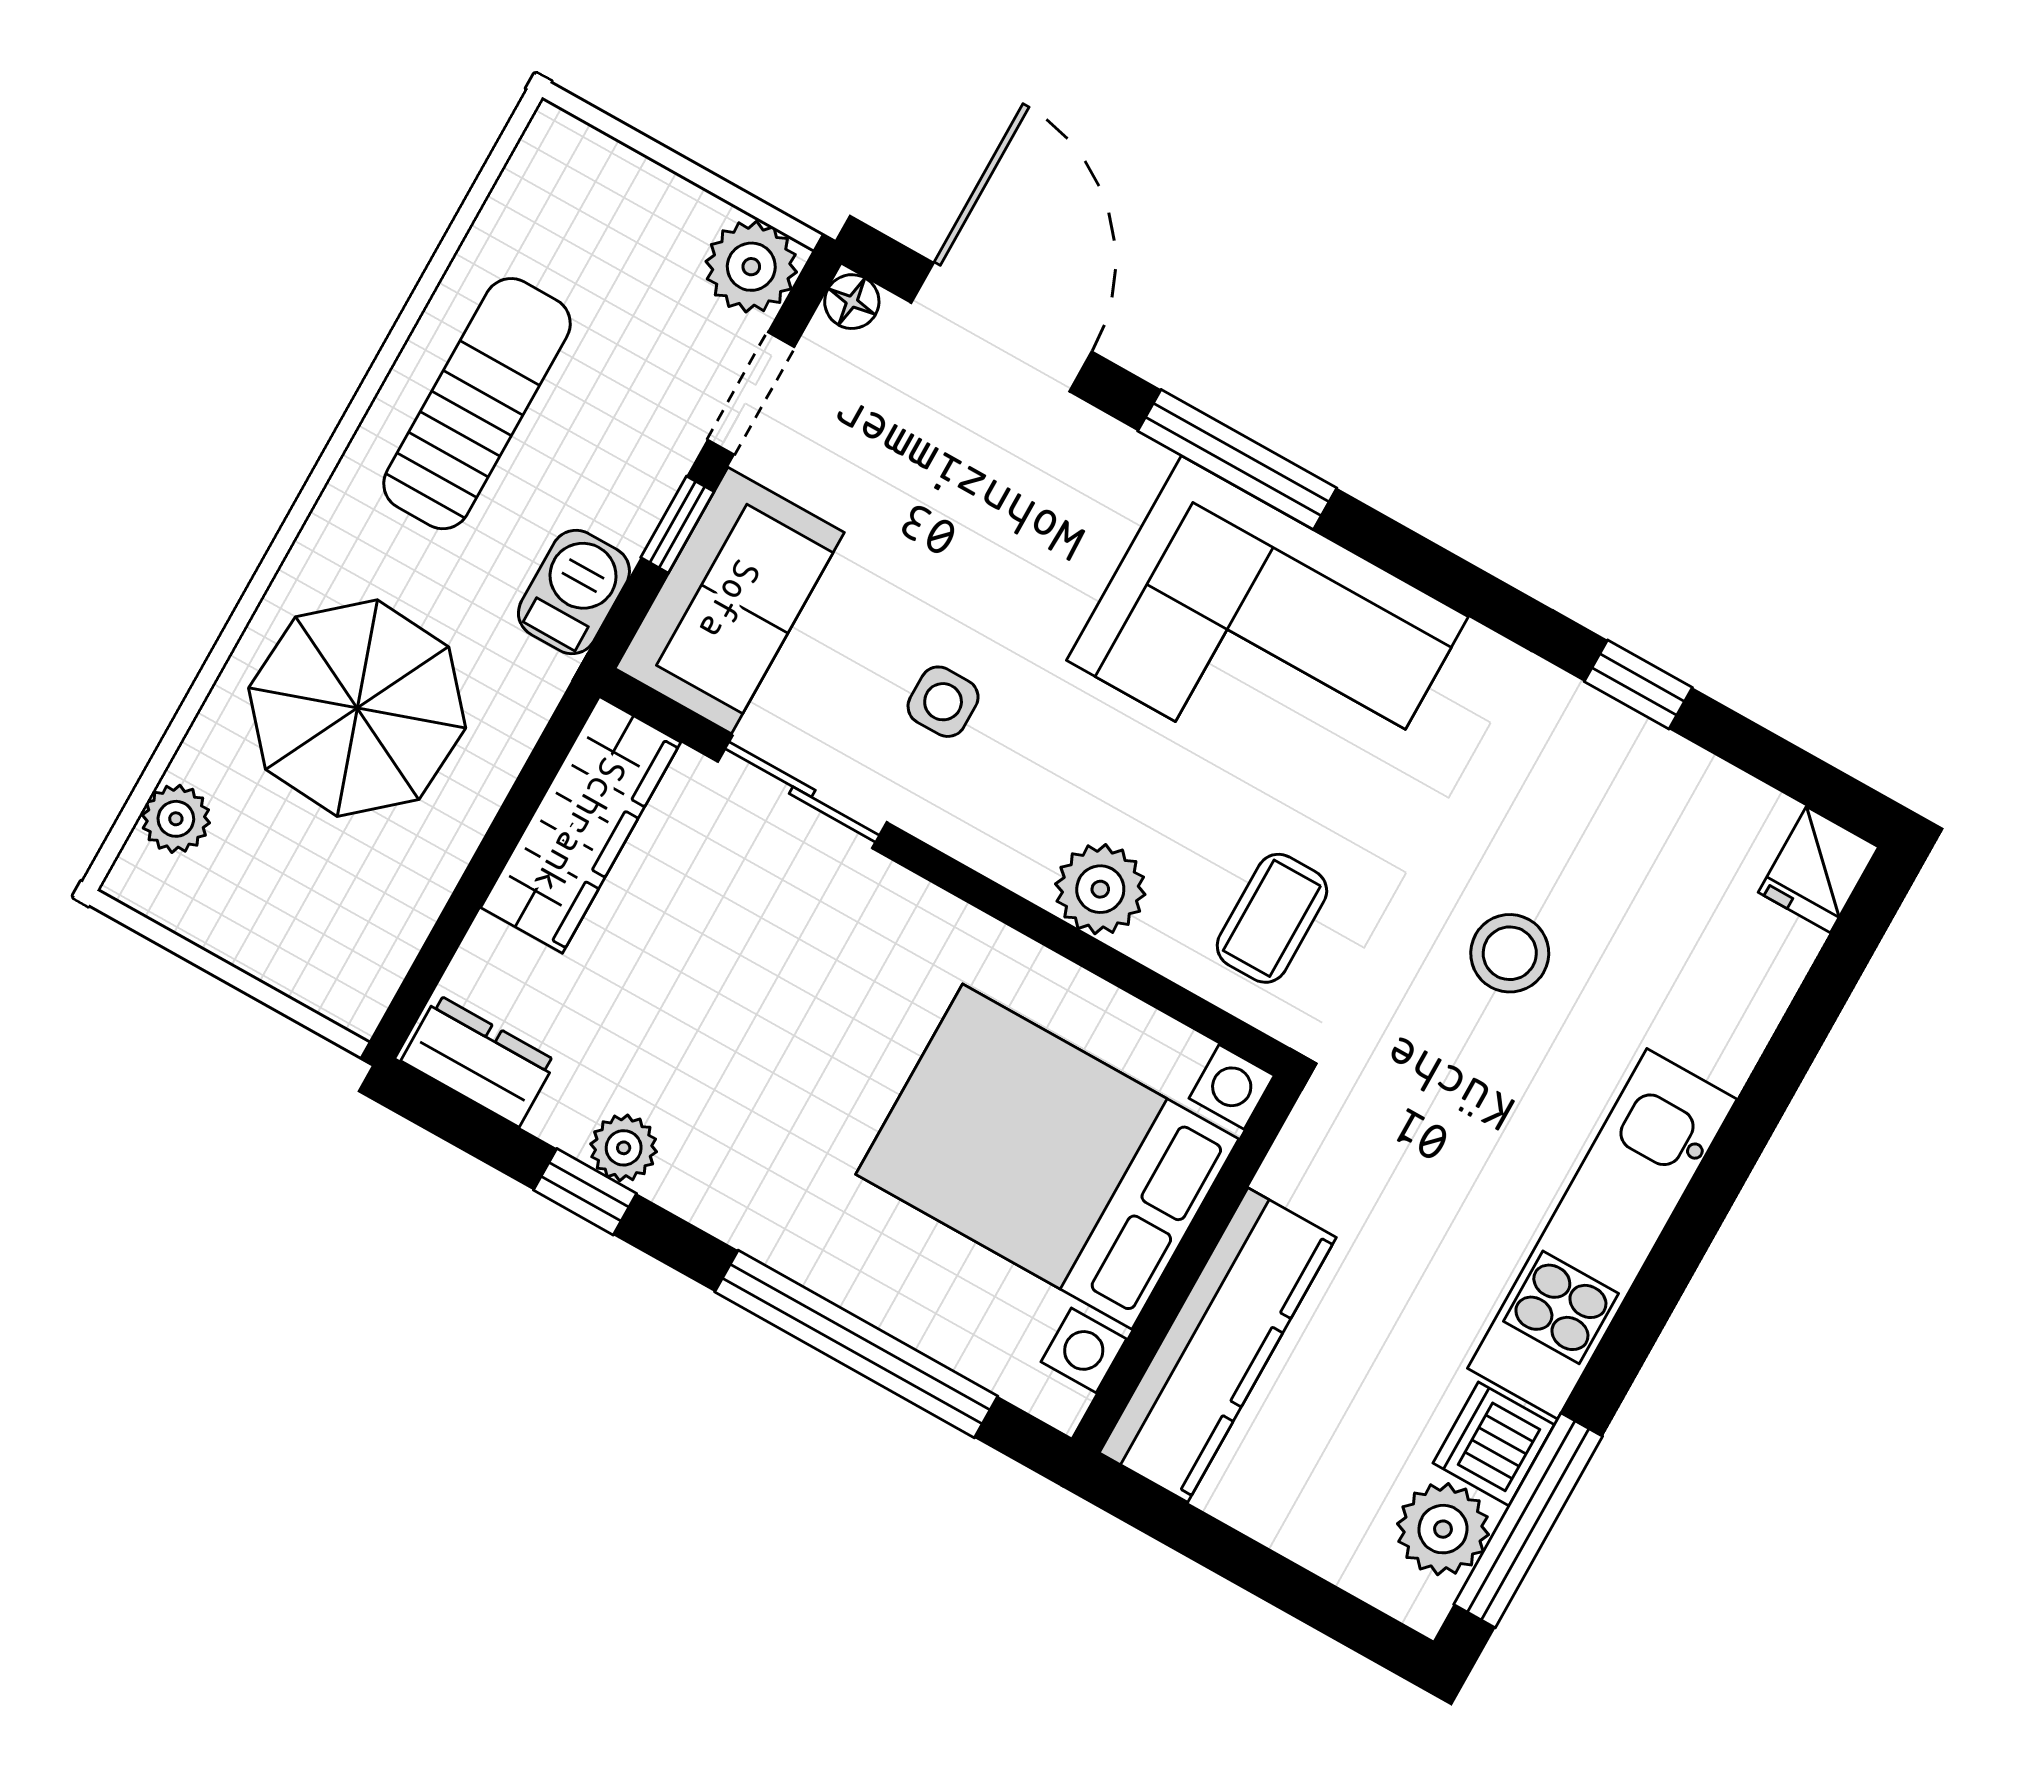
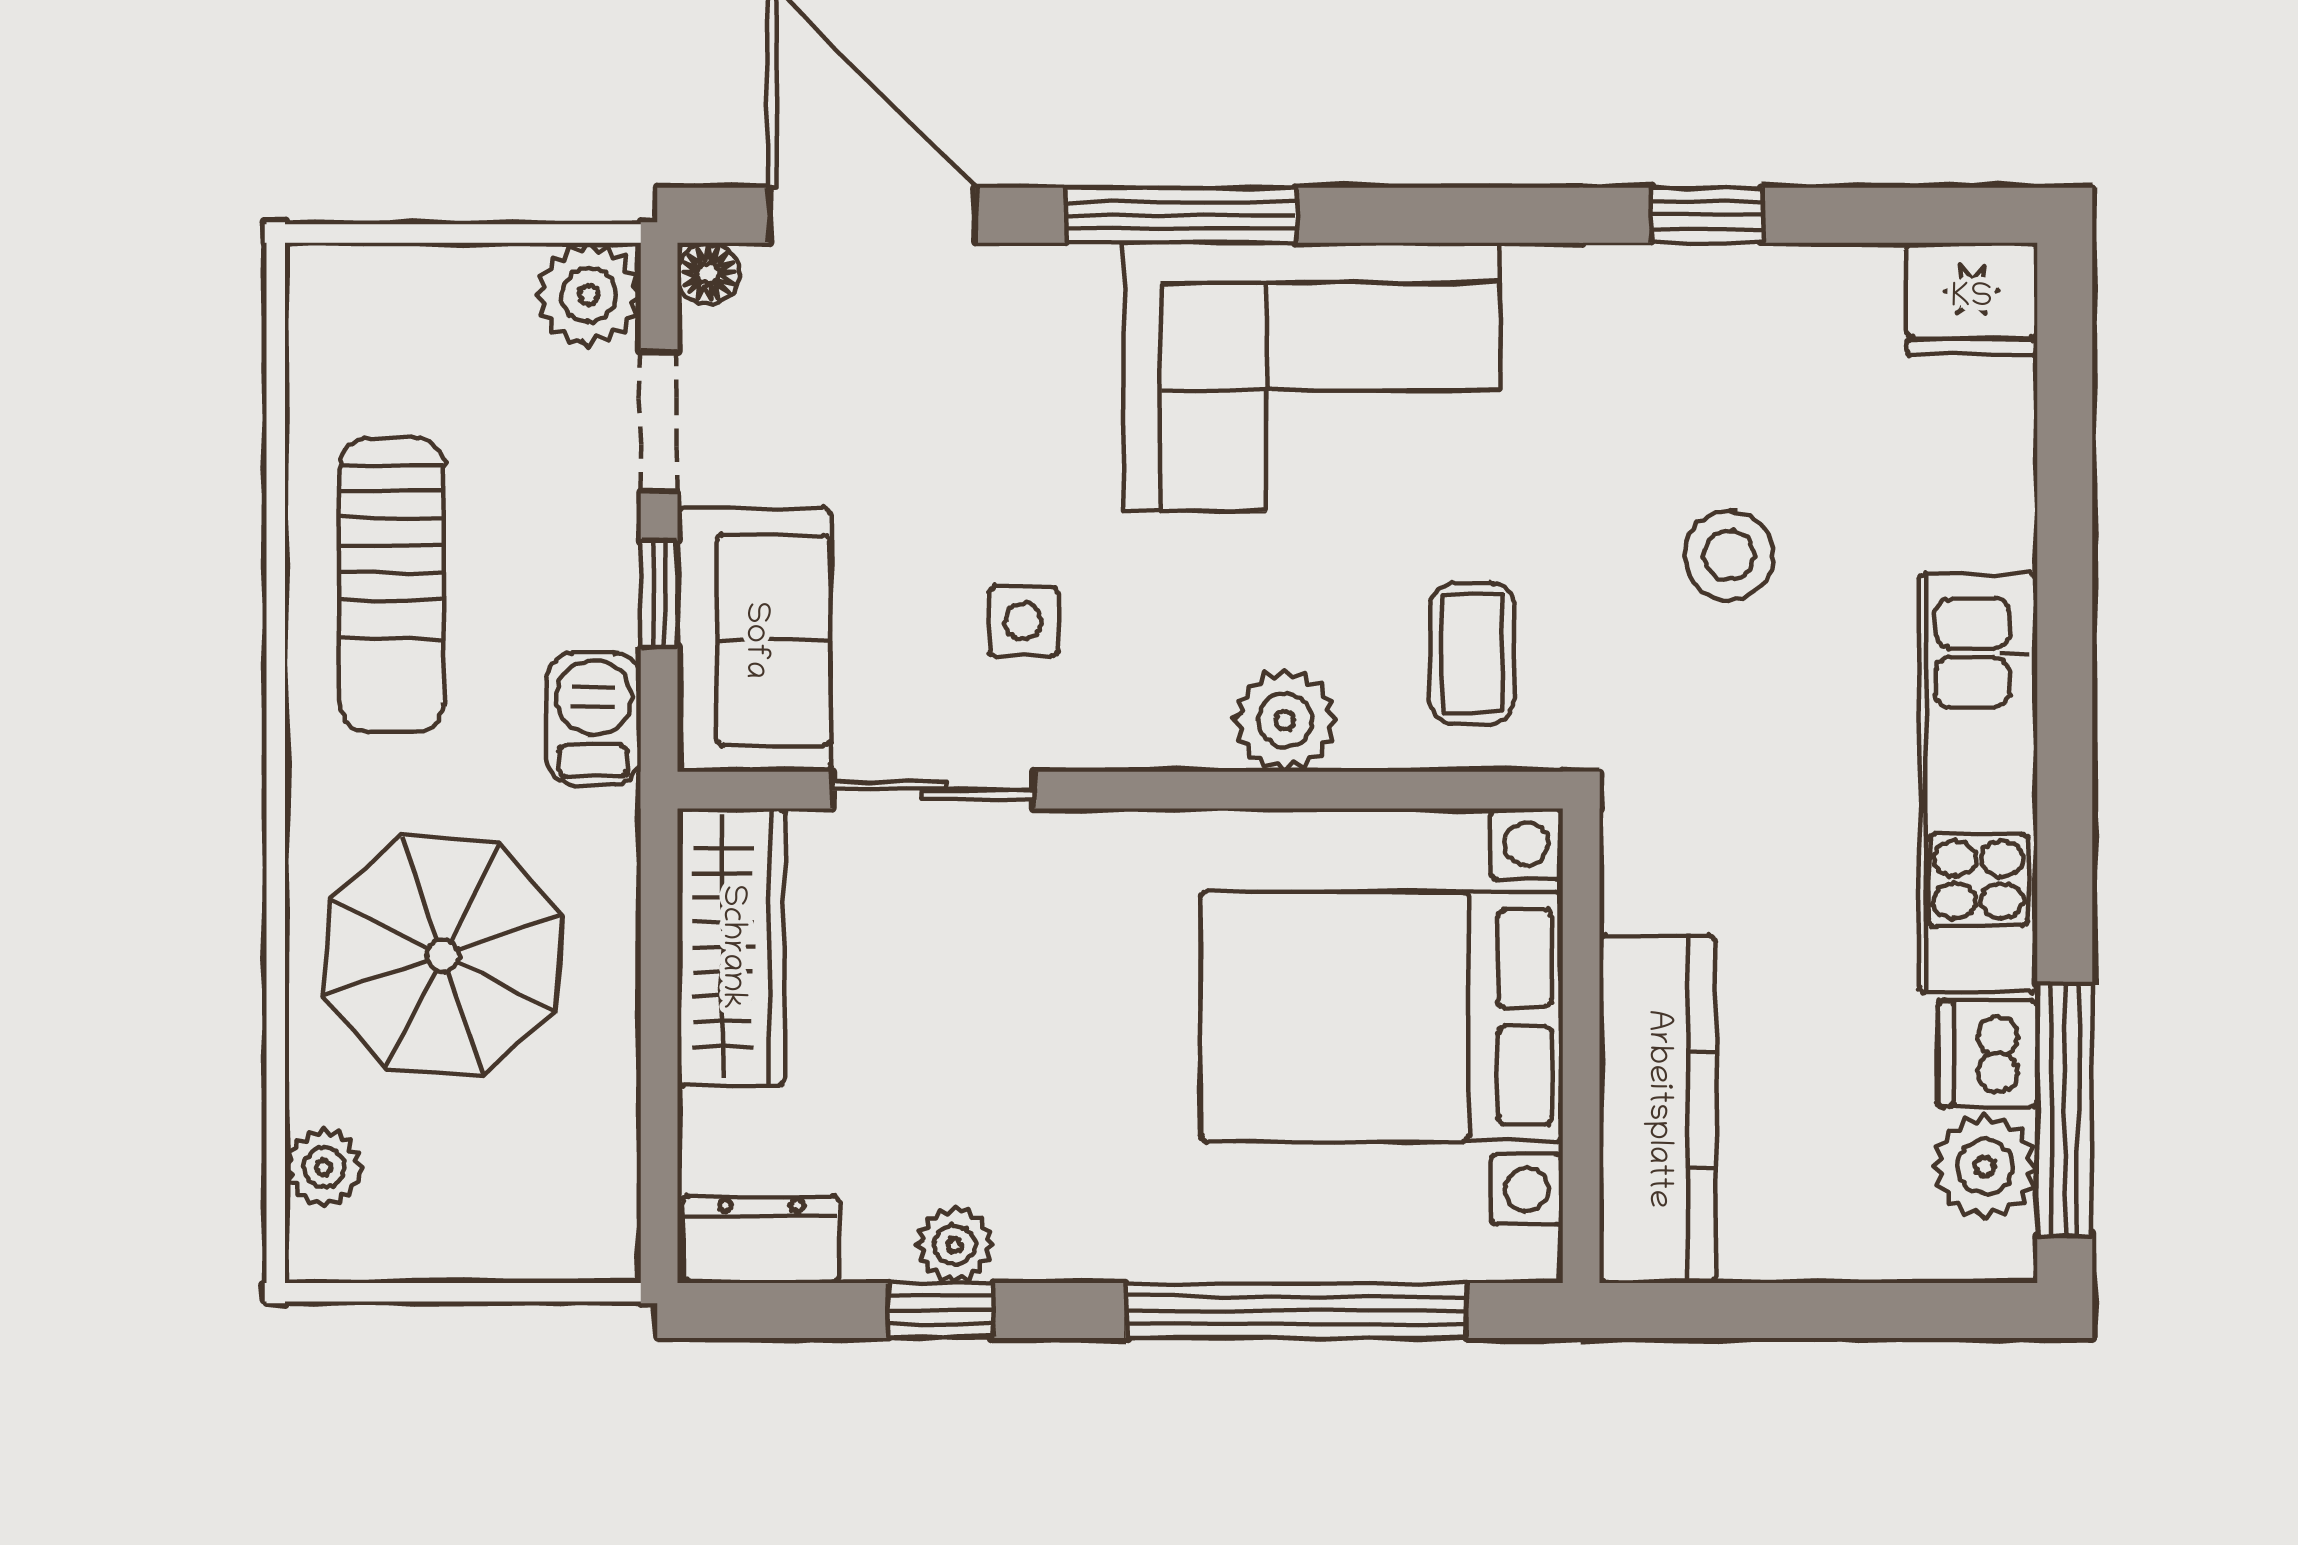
sun lounger: (477, 404) -> (392, 585), turned 180
fridge: (1818, 870) -> (1972, 299), width x1.38

